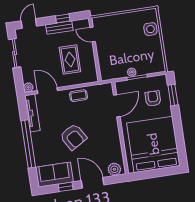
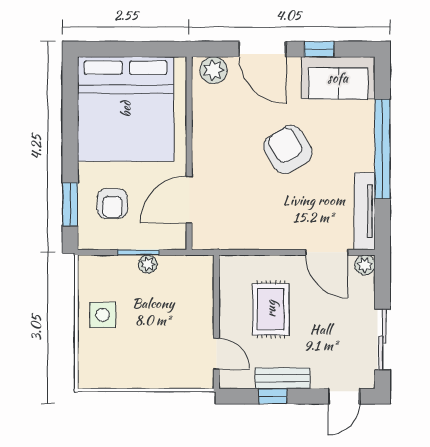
side table: (150, 29) -> (103, 315), moved
coffee table: (78, 96) -> (264, 233), removed

